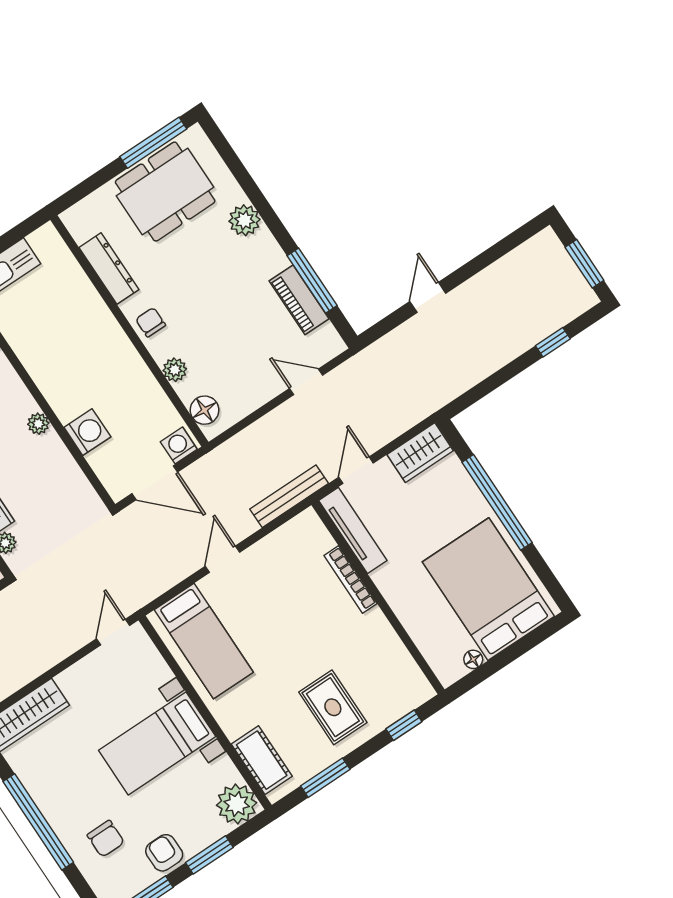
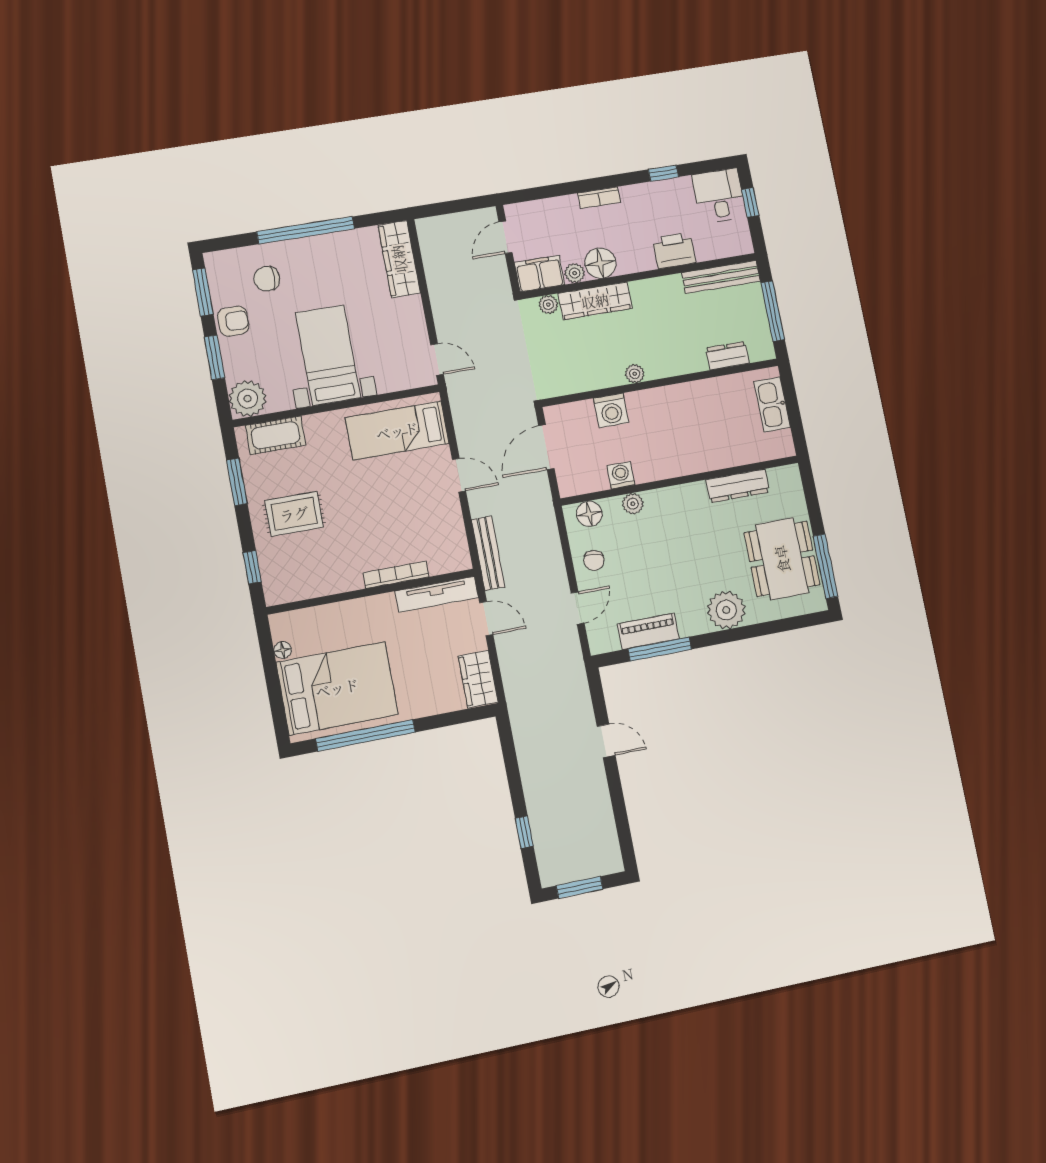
plant: (245, 220) -> (726, 610), width x1.36, depth x1.36
chair: (151, 322) -> (594, 560), moved, turned 100
washing machine: (179, 446) -> (621, 475), moved, turned -90
window: (497, 502) -> (365, 735), moved

